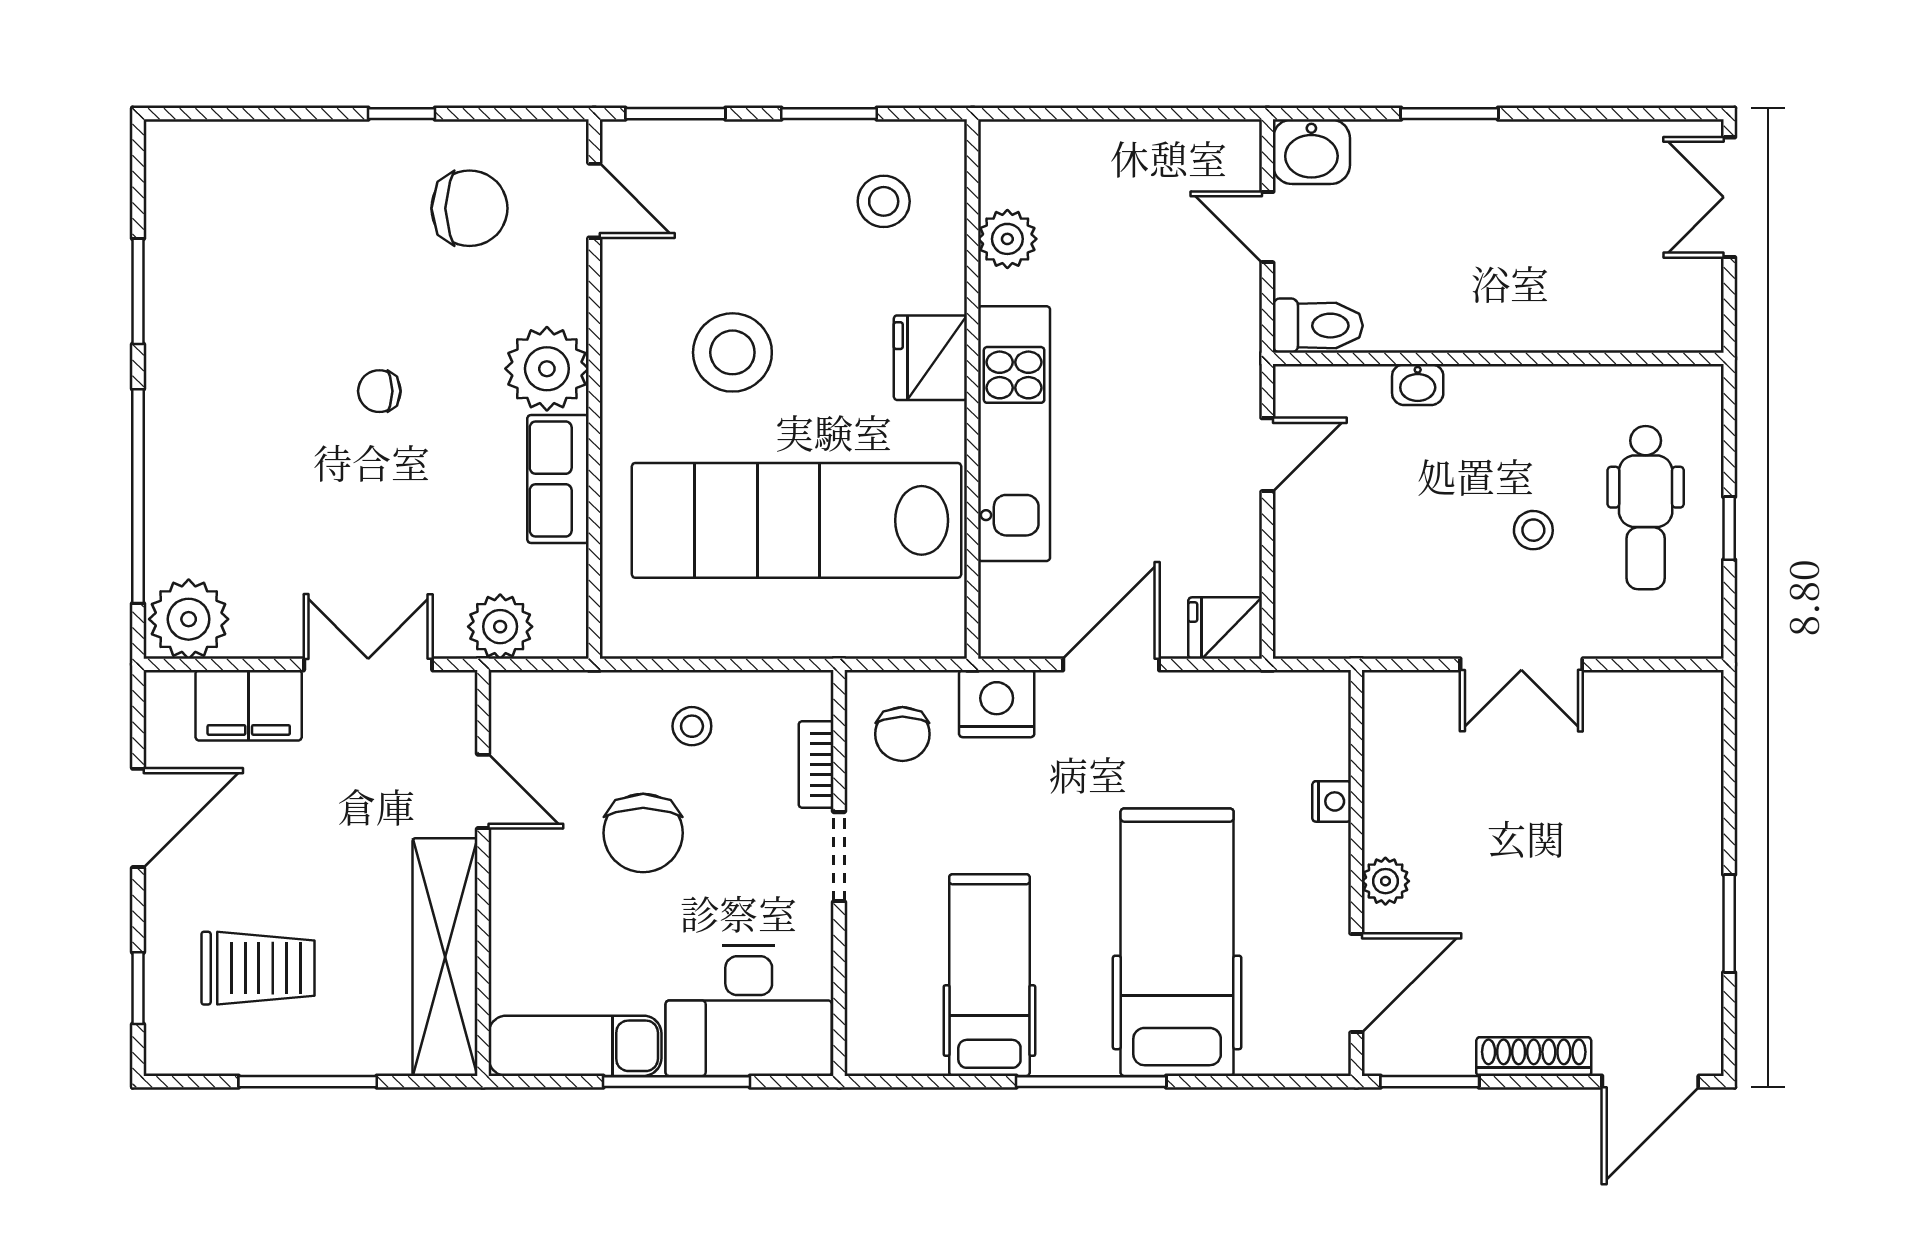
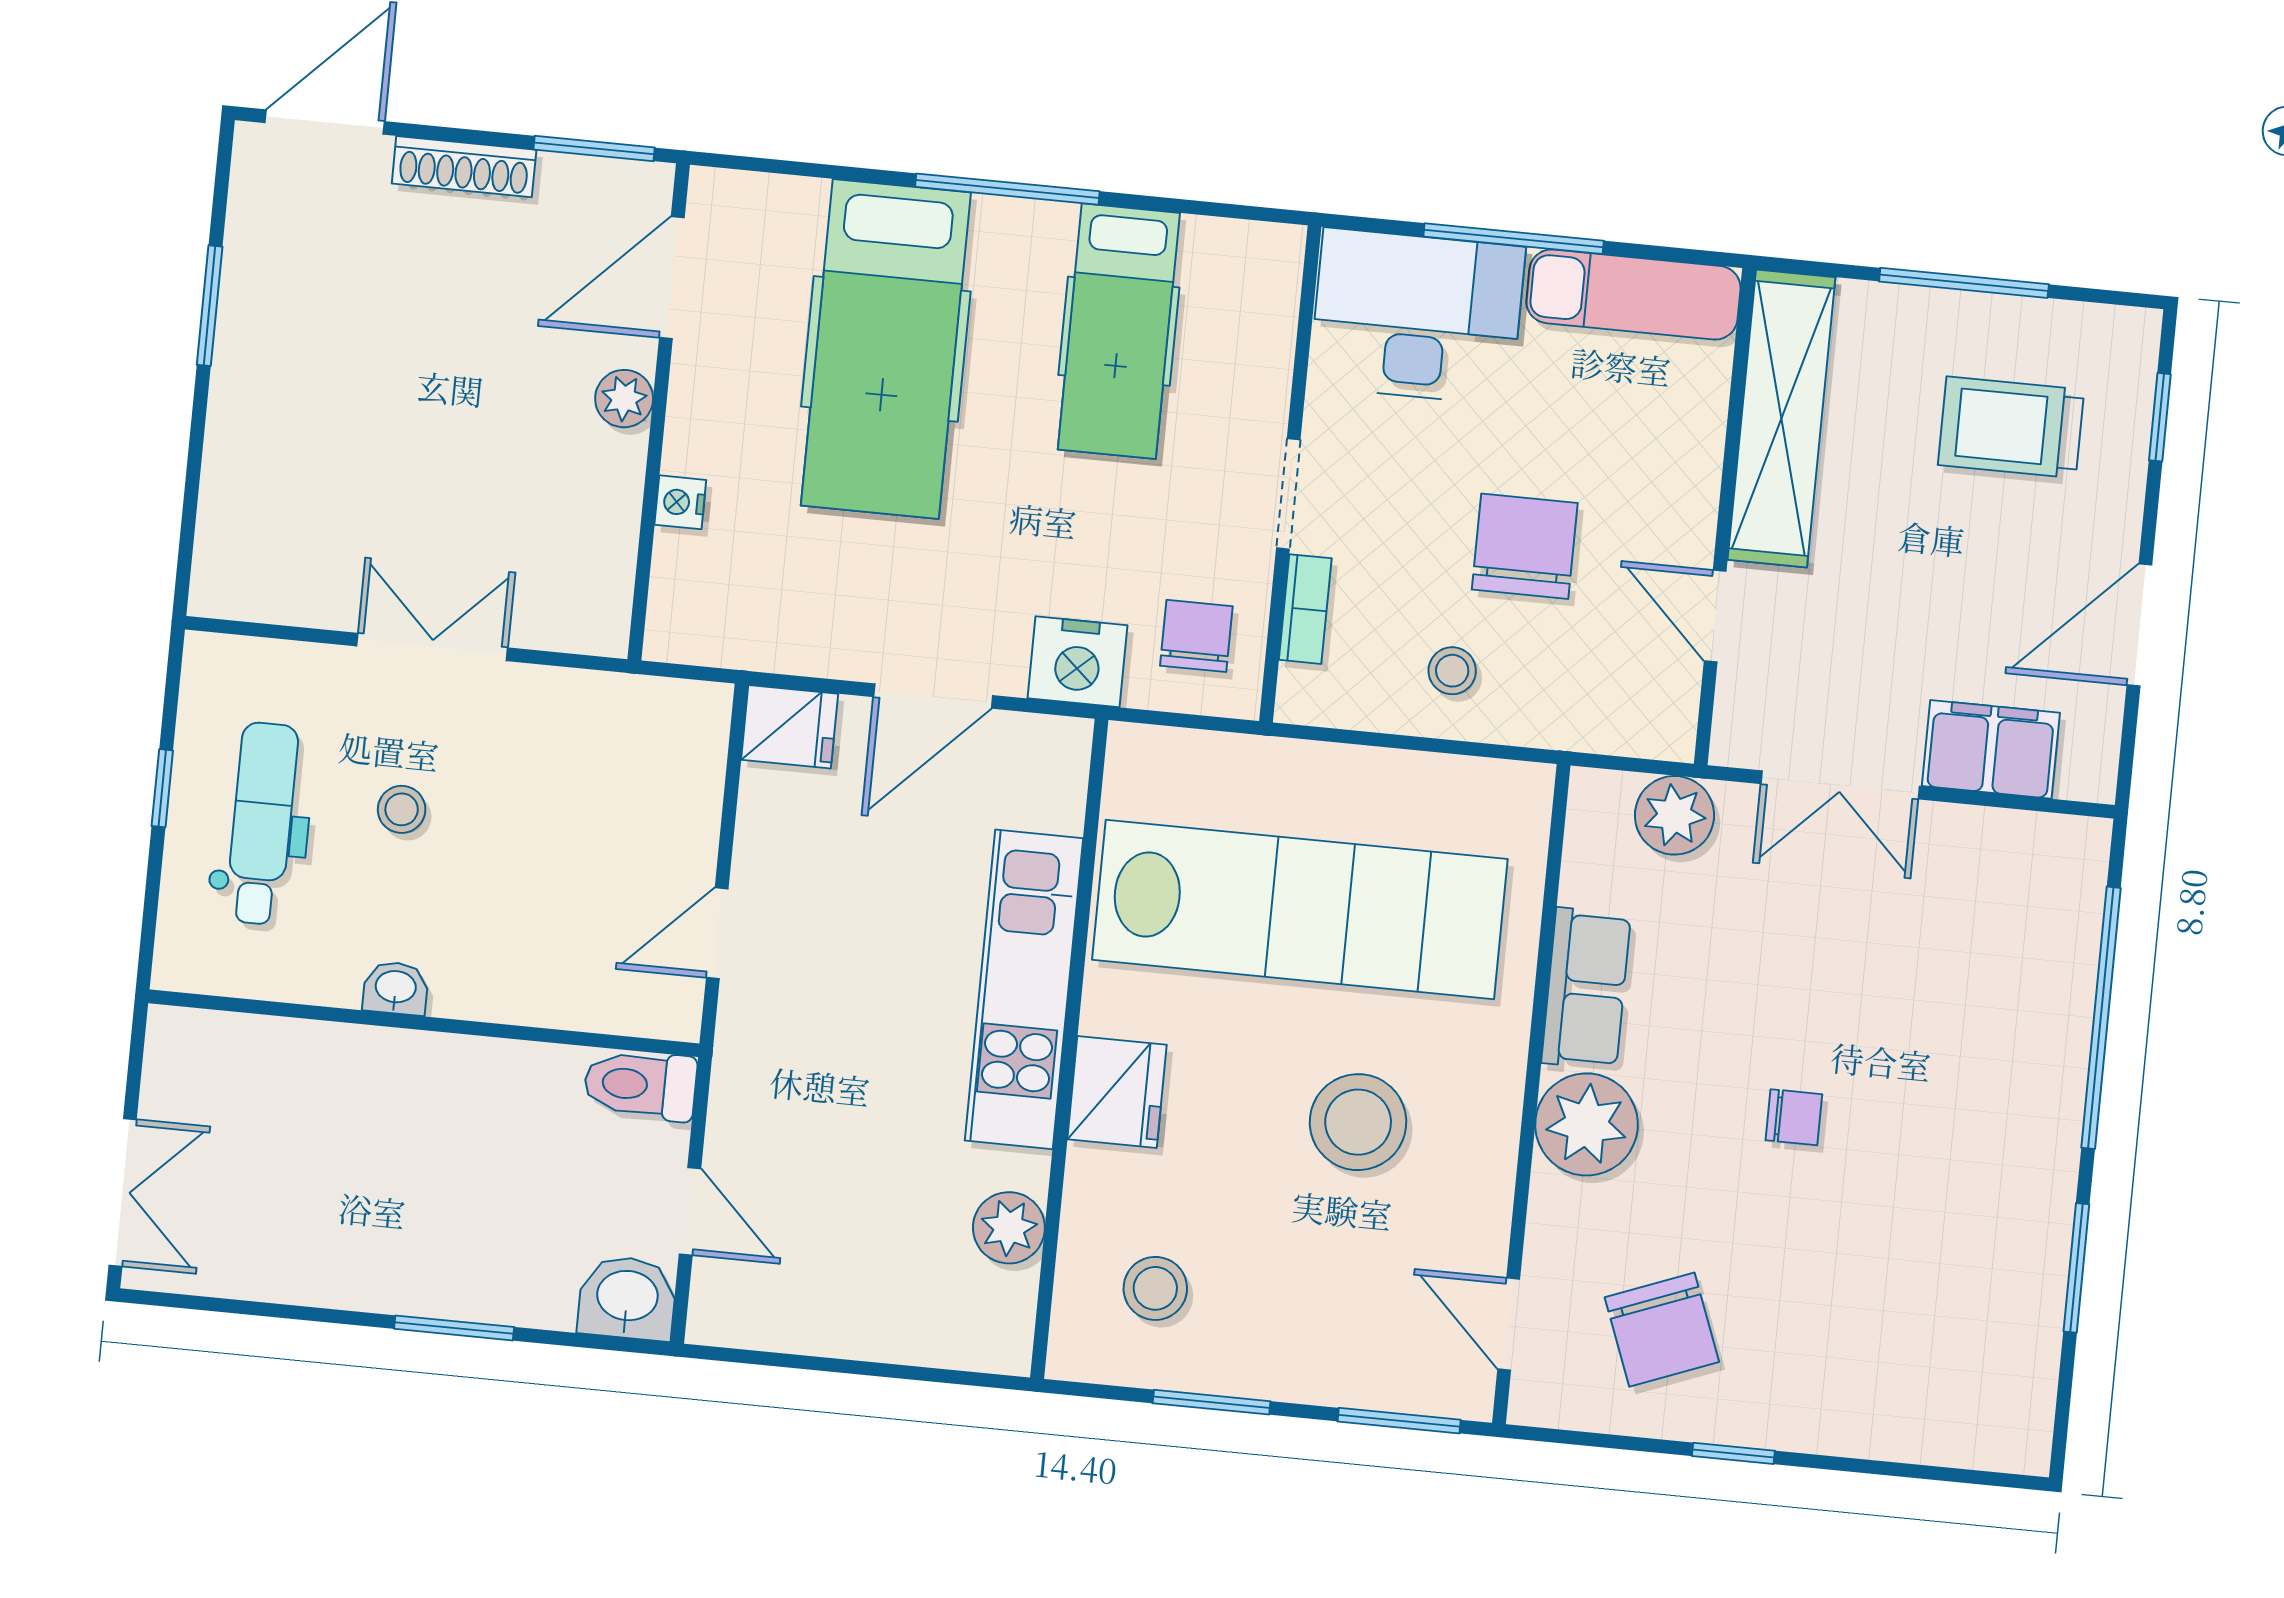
chair: (469, 208) -> (1662, 1330), turned -111
washbasin: (1418, 385) -> (396, 988), moved
plant: (189, 619) -> (2054, 862), removed

